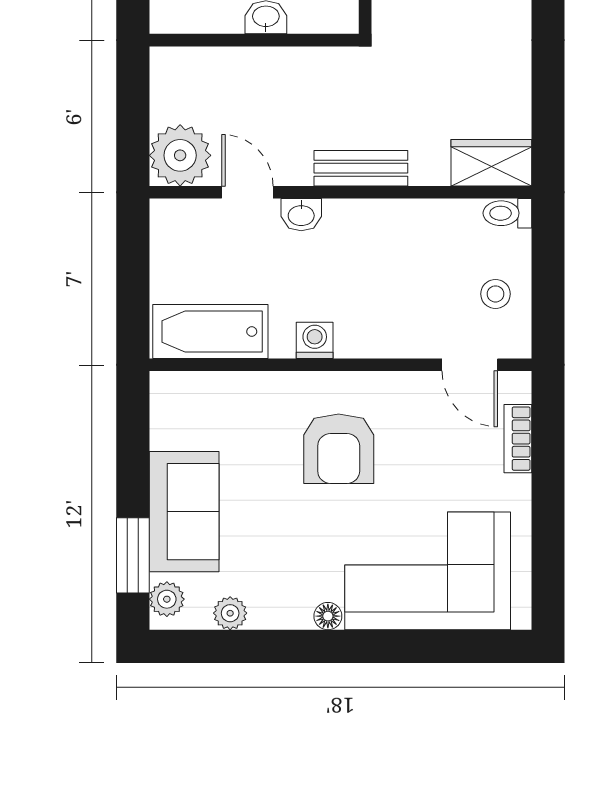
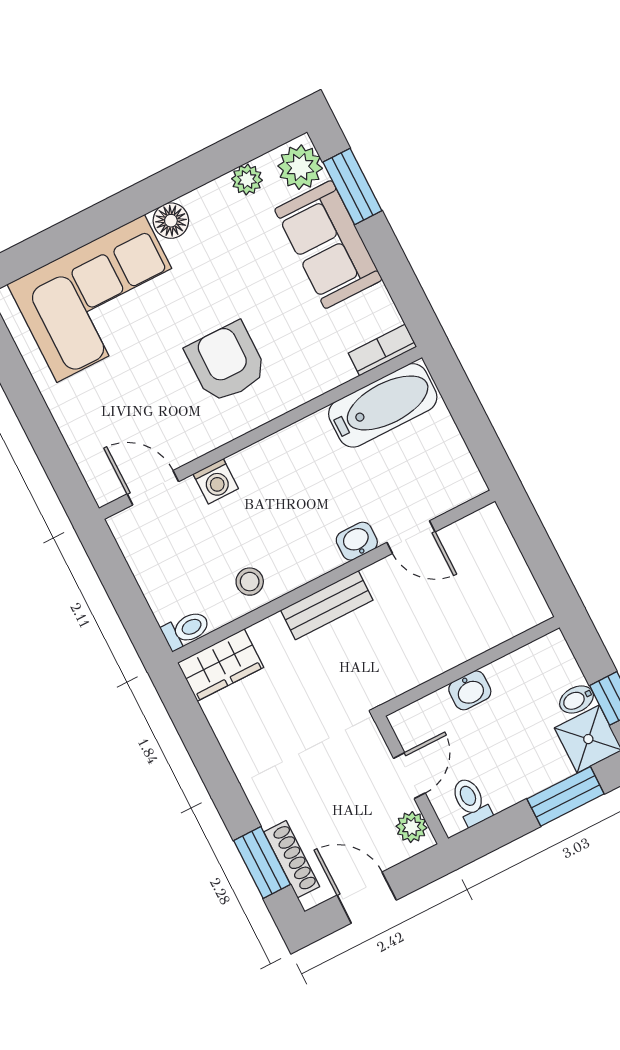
plant: (180, 155) -> (483, 539), removed
stool: (495, 294) -> (250, 582), moved
washing machine: (315, 340) -> (216, 481), moved
bookcase: (518, 439) -> (382, 350), moved, turned -90
plant: (167, 599) -> (300, 167), width x1.38, depth x1.38
floor lamp: (328, 616) -> (171, 221), width x1.37, depth x1.37

